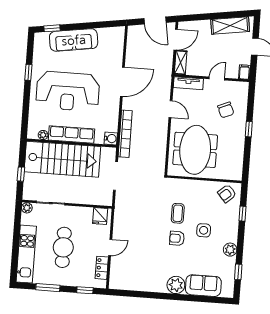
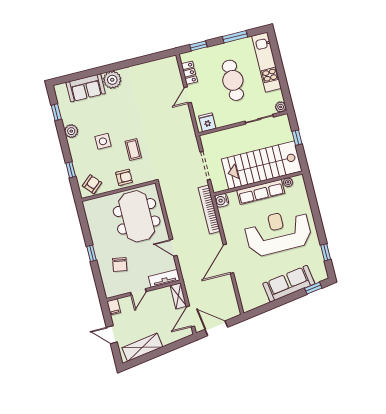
window: (28, 72) -> (326, 252), moved
chair: (226, 110) -> (120, 265), turned -147
armchair: (177, 238) -> (124, 177), moved

